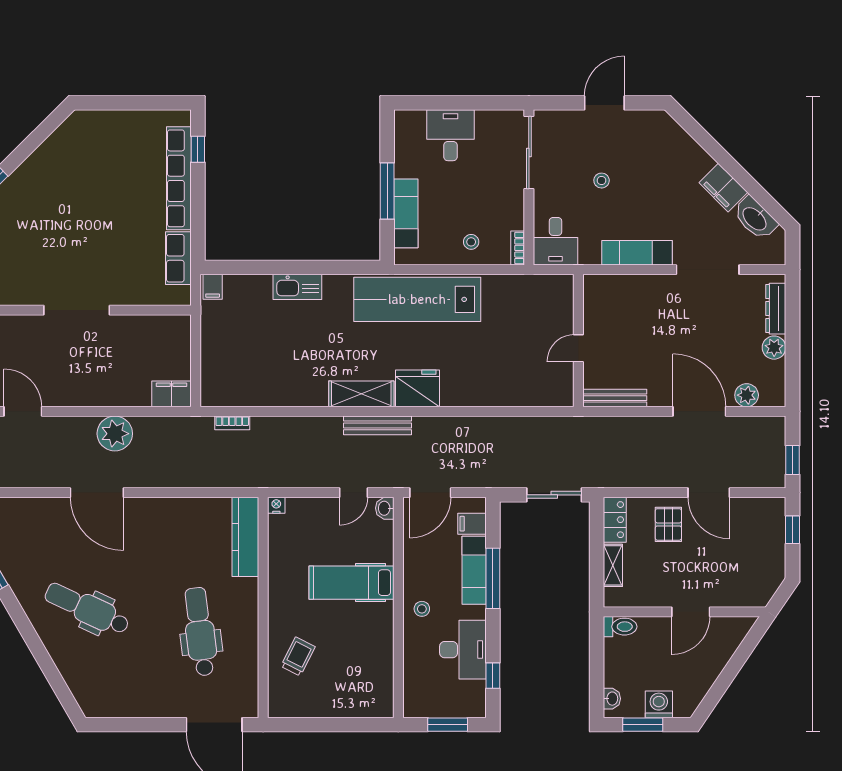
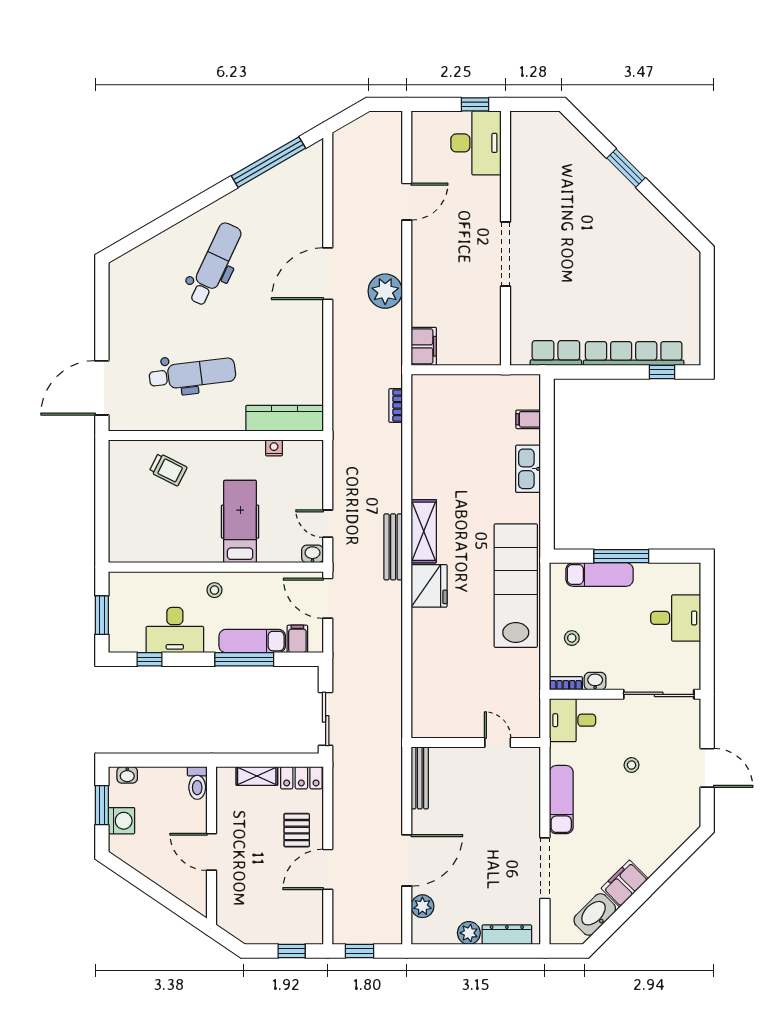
washbasin: (515, 218) -> (595, 681), added
filing cabinet: (213, 287) -> (528, 419), moved
door: (578, 348) -> (498, 743), moved
nightstand: (276, 505) -> (274, 448), moved, turned -90
pallet: (668, 524) -> (297, 830), turned 90

